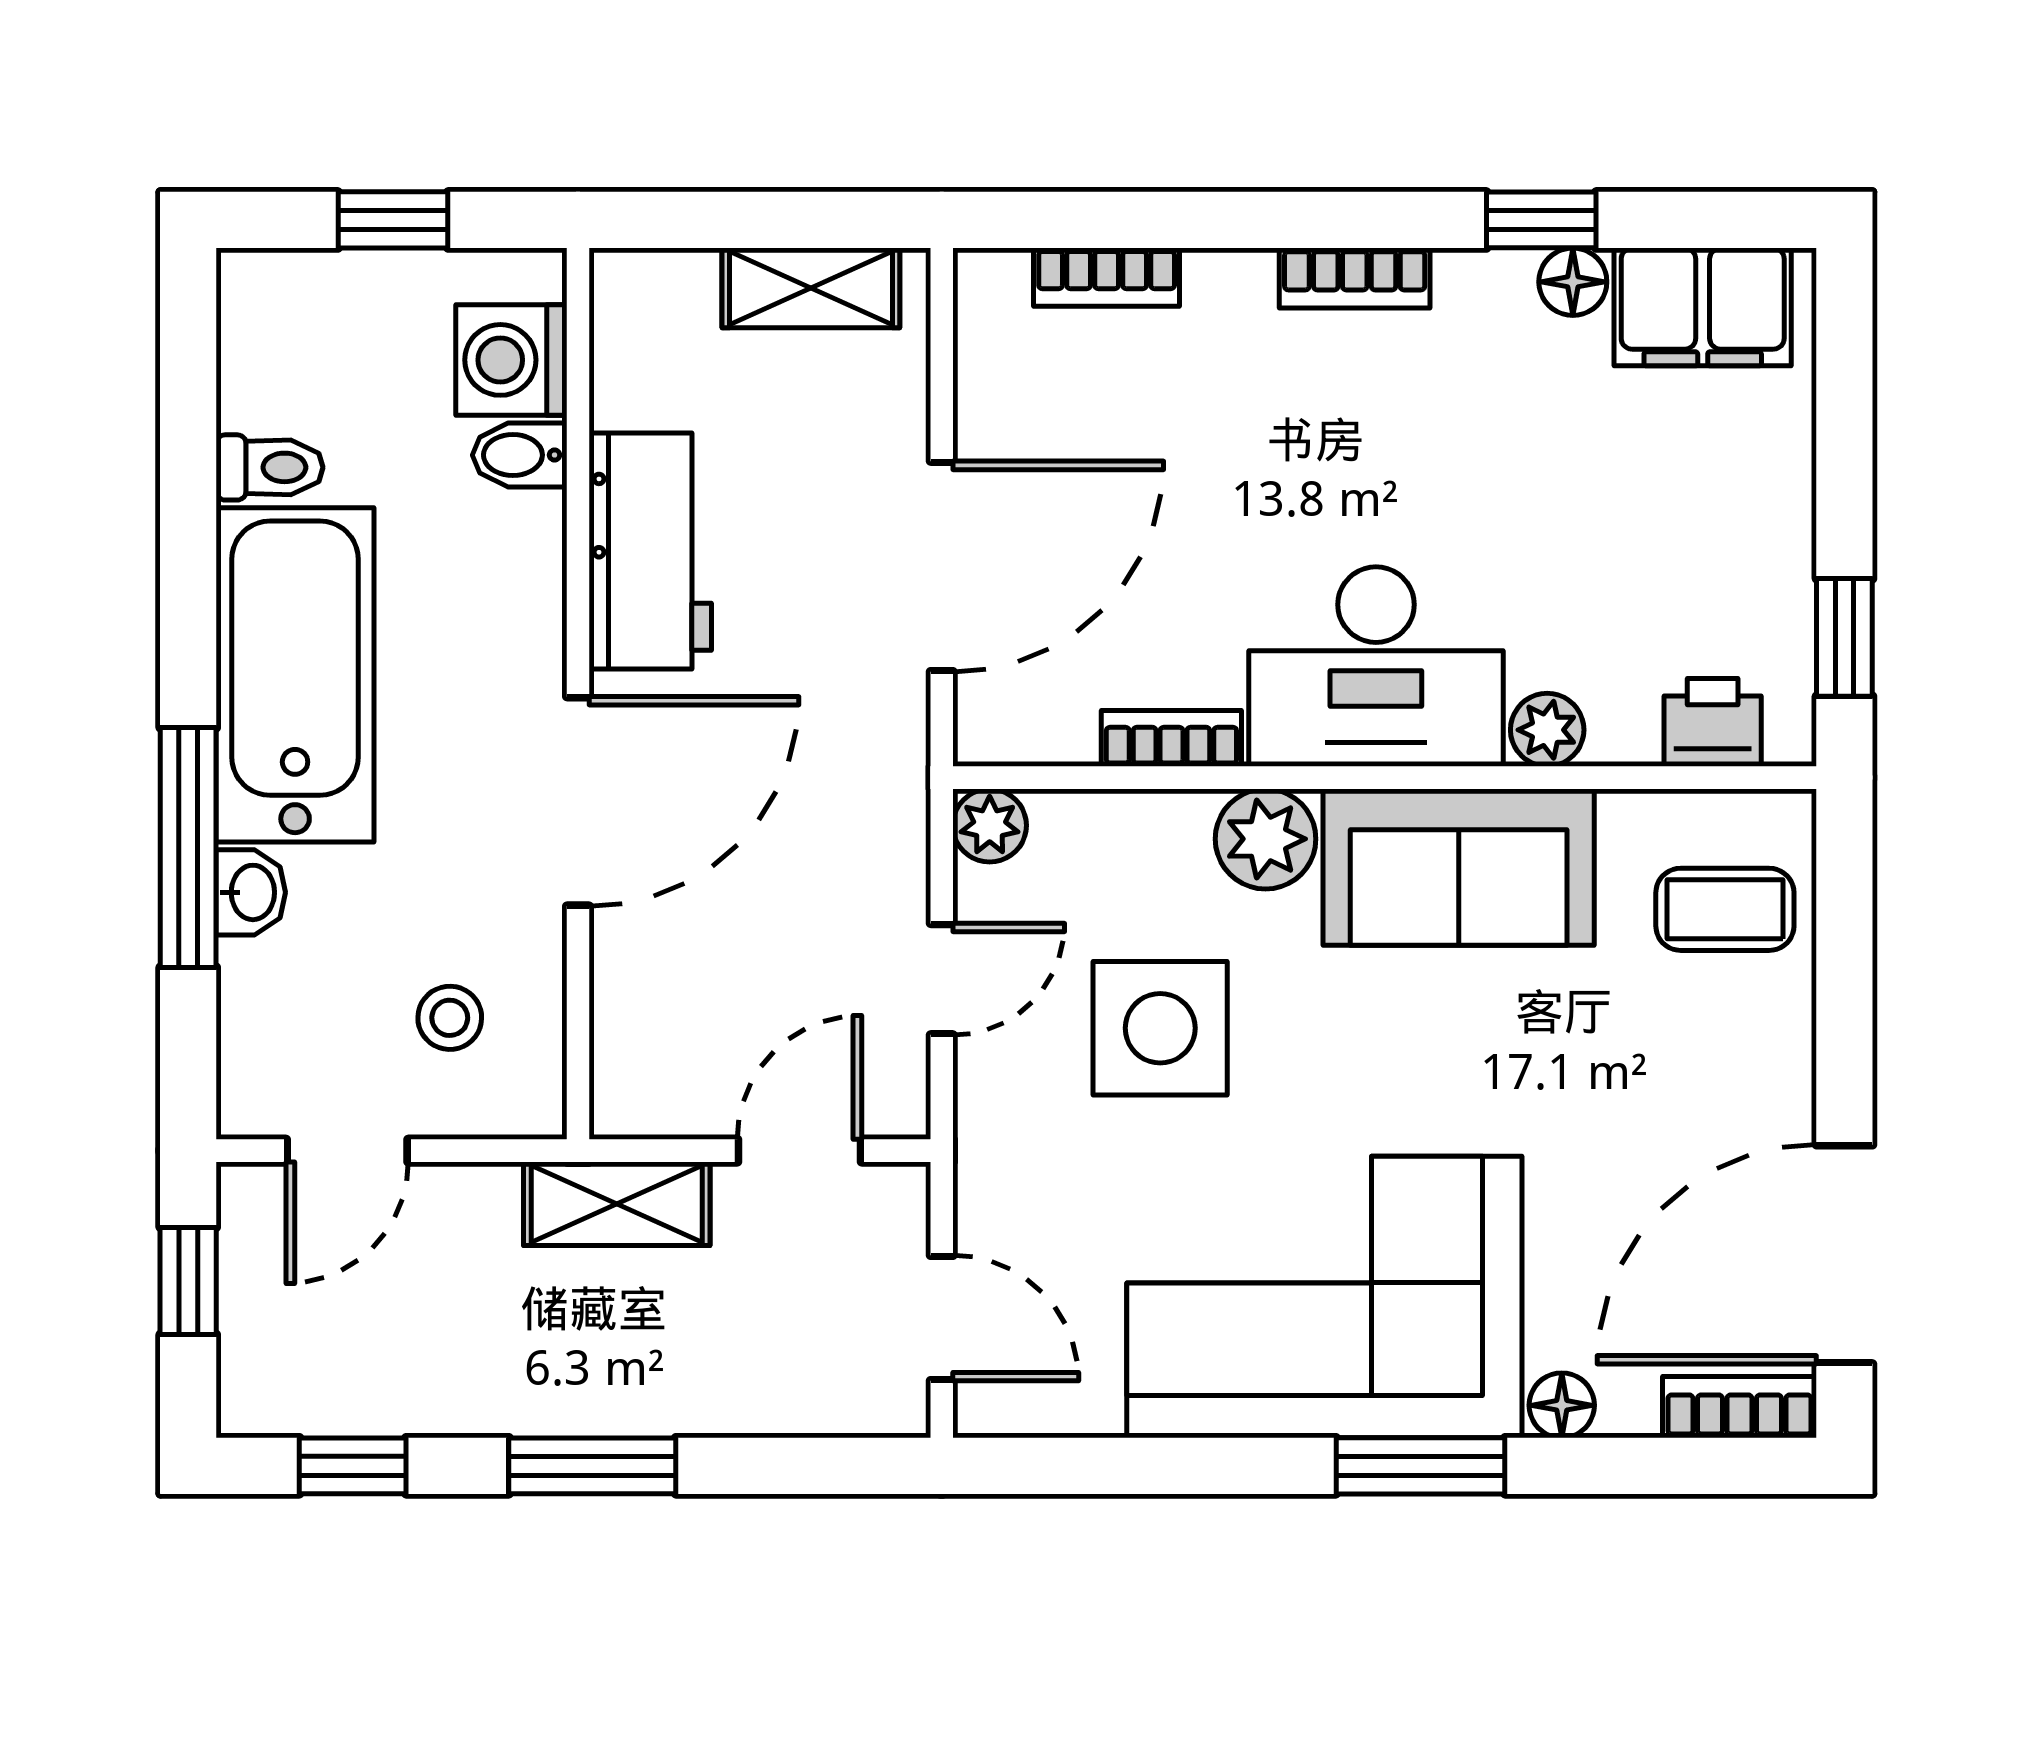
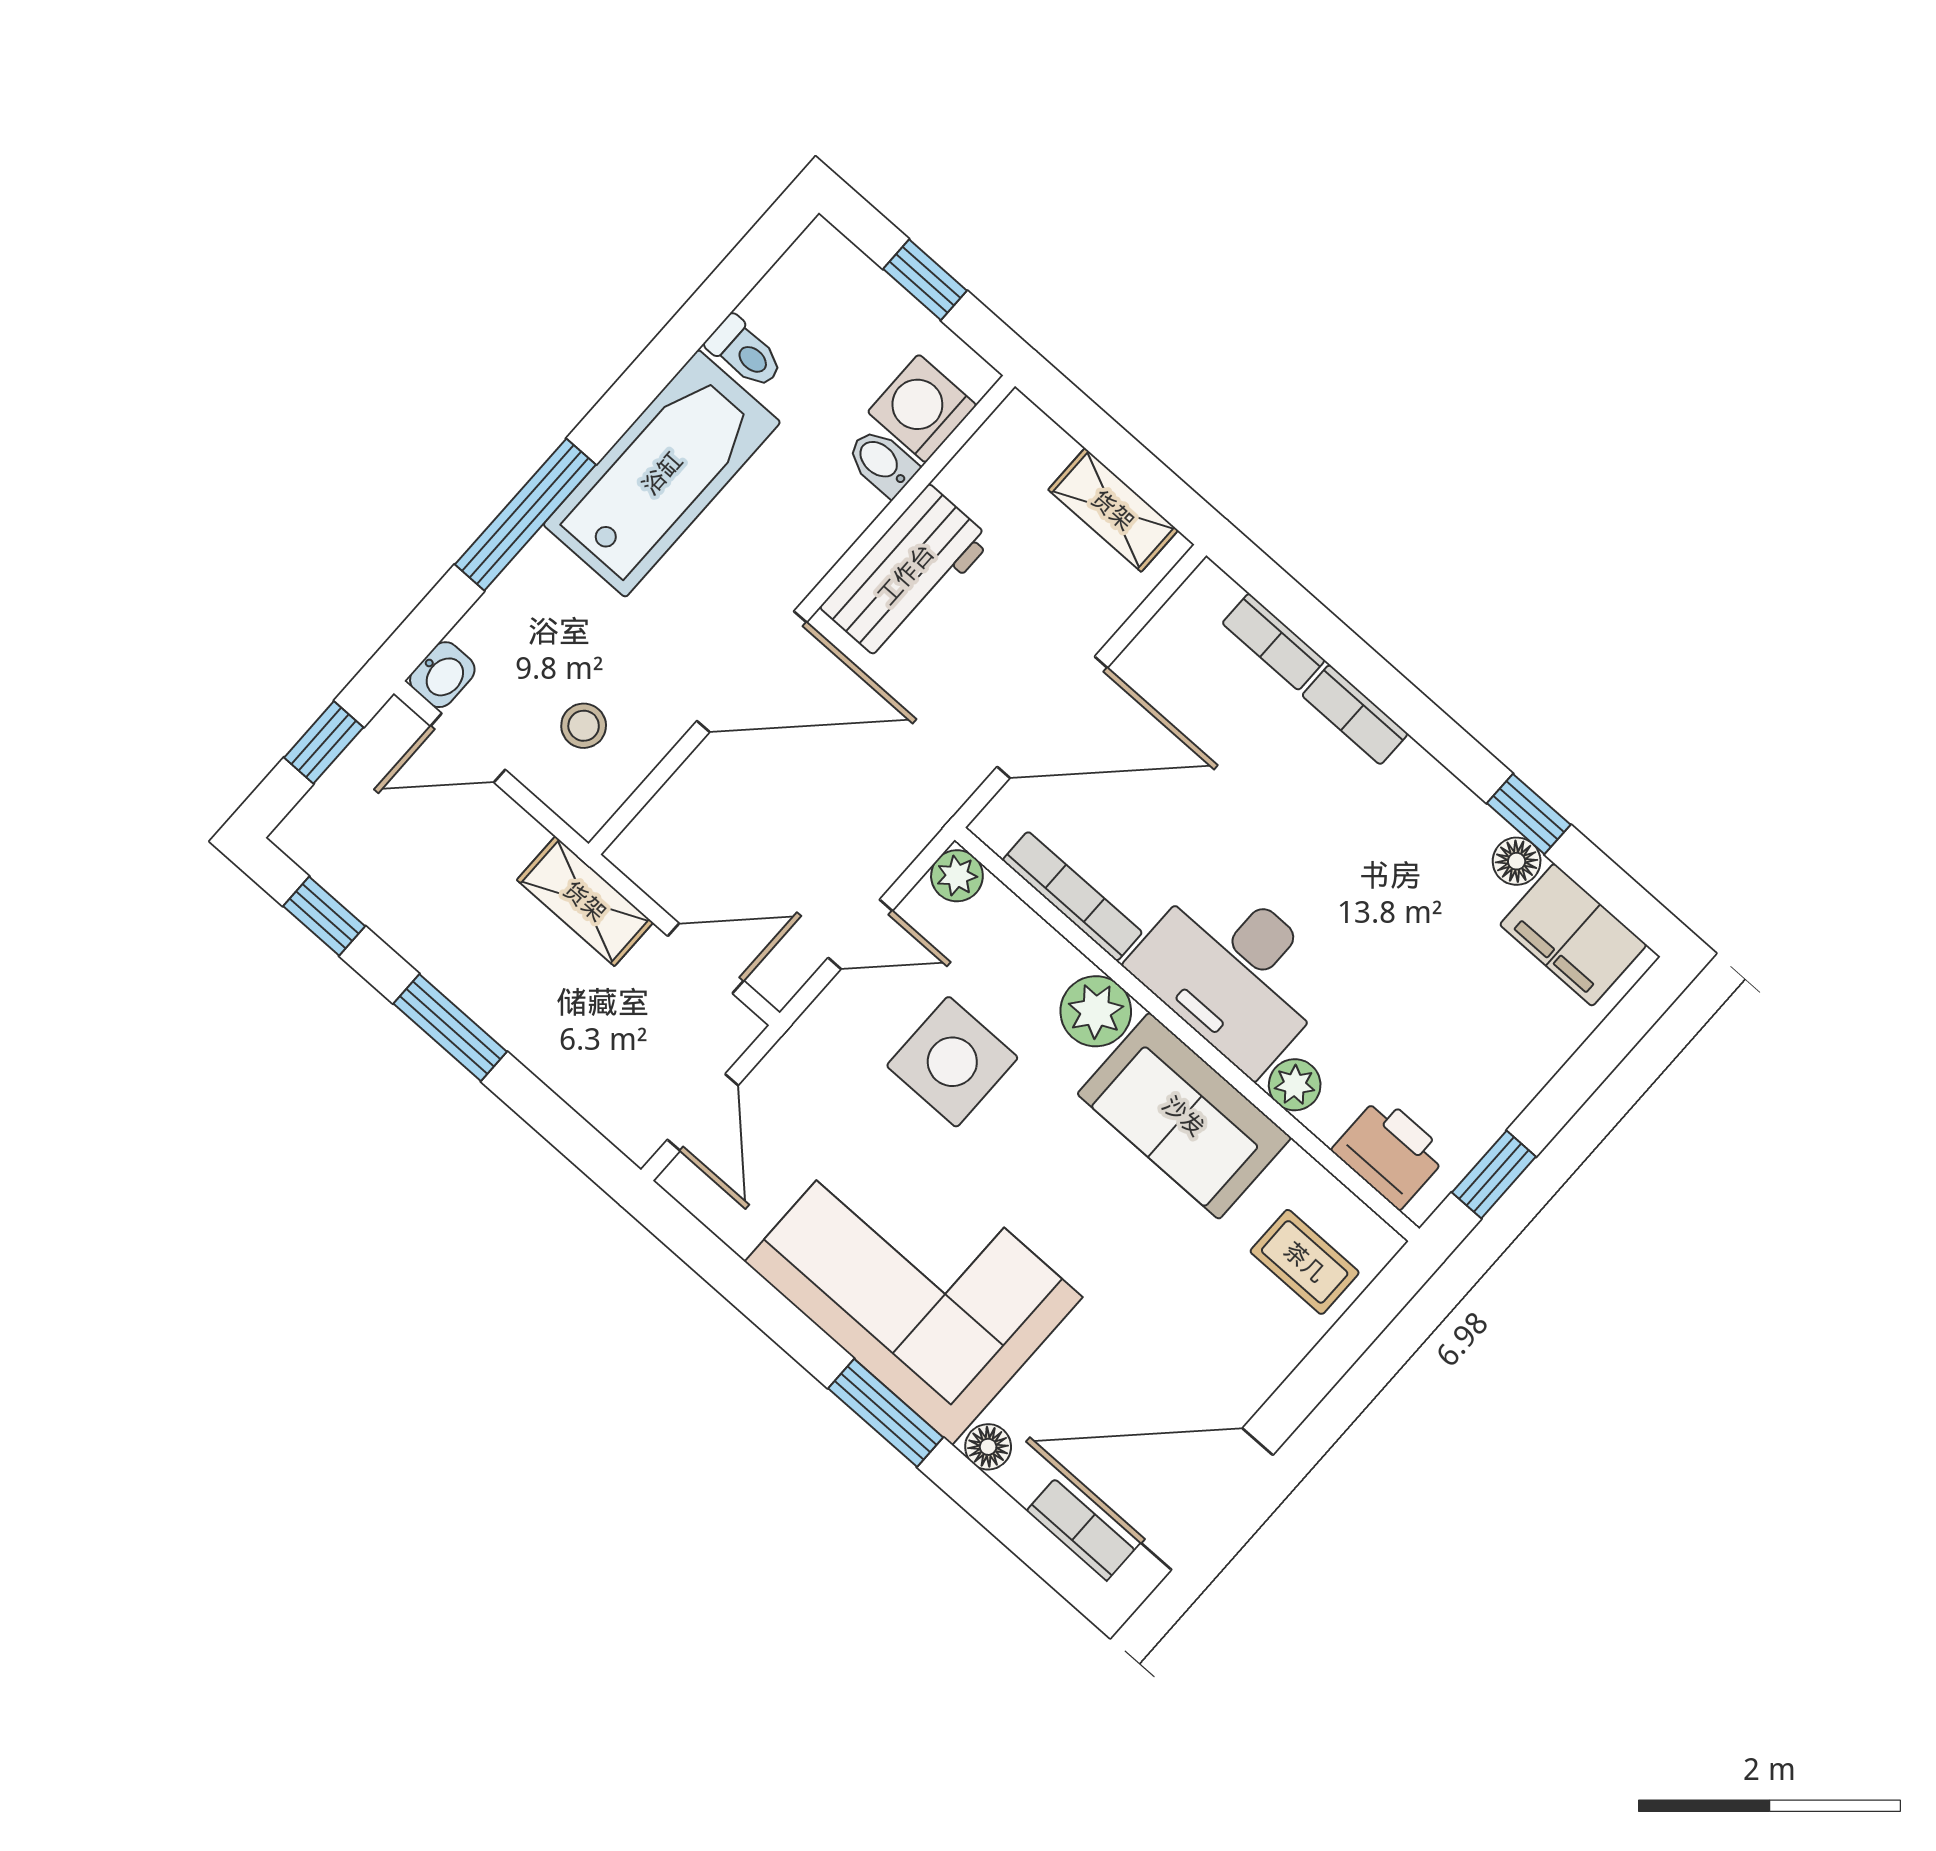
bookcase: (1355, 278) -> (1355, 715), moved
printer: (1713, 722) -> (1390, 1152), width x1.36, depth x1.24
bookcase: (1171, 738) -> (1072, 896), width x1.56
washbasin: (251, 892) -> (442, 675), moved

